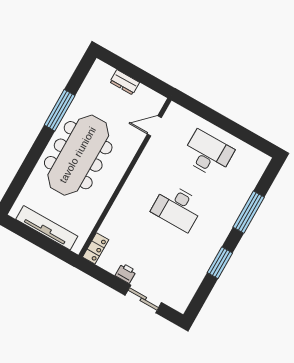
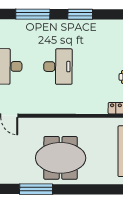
meeting table: (78, 155) -> (61, 158), width x0.73

